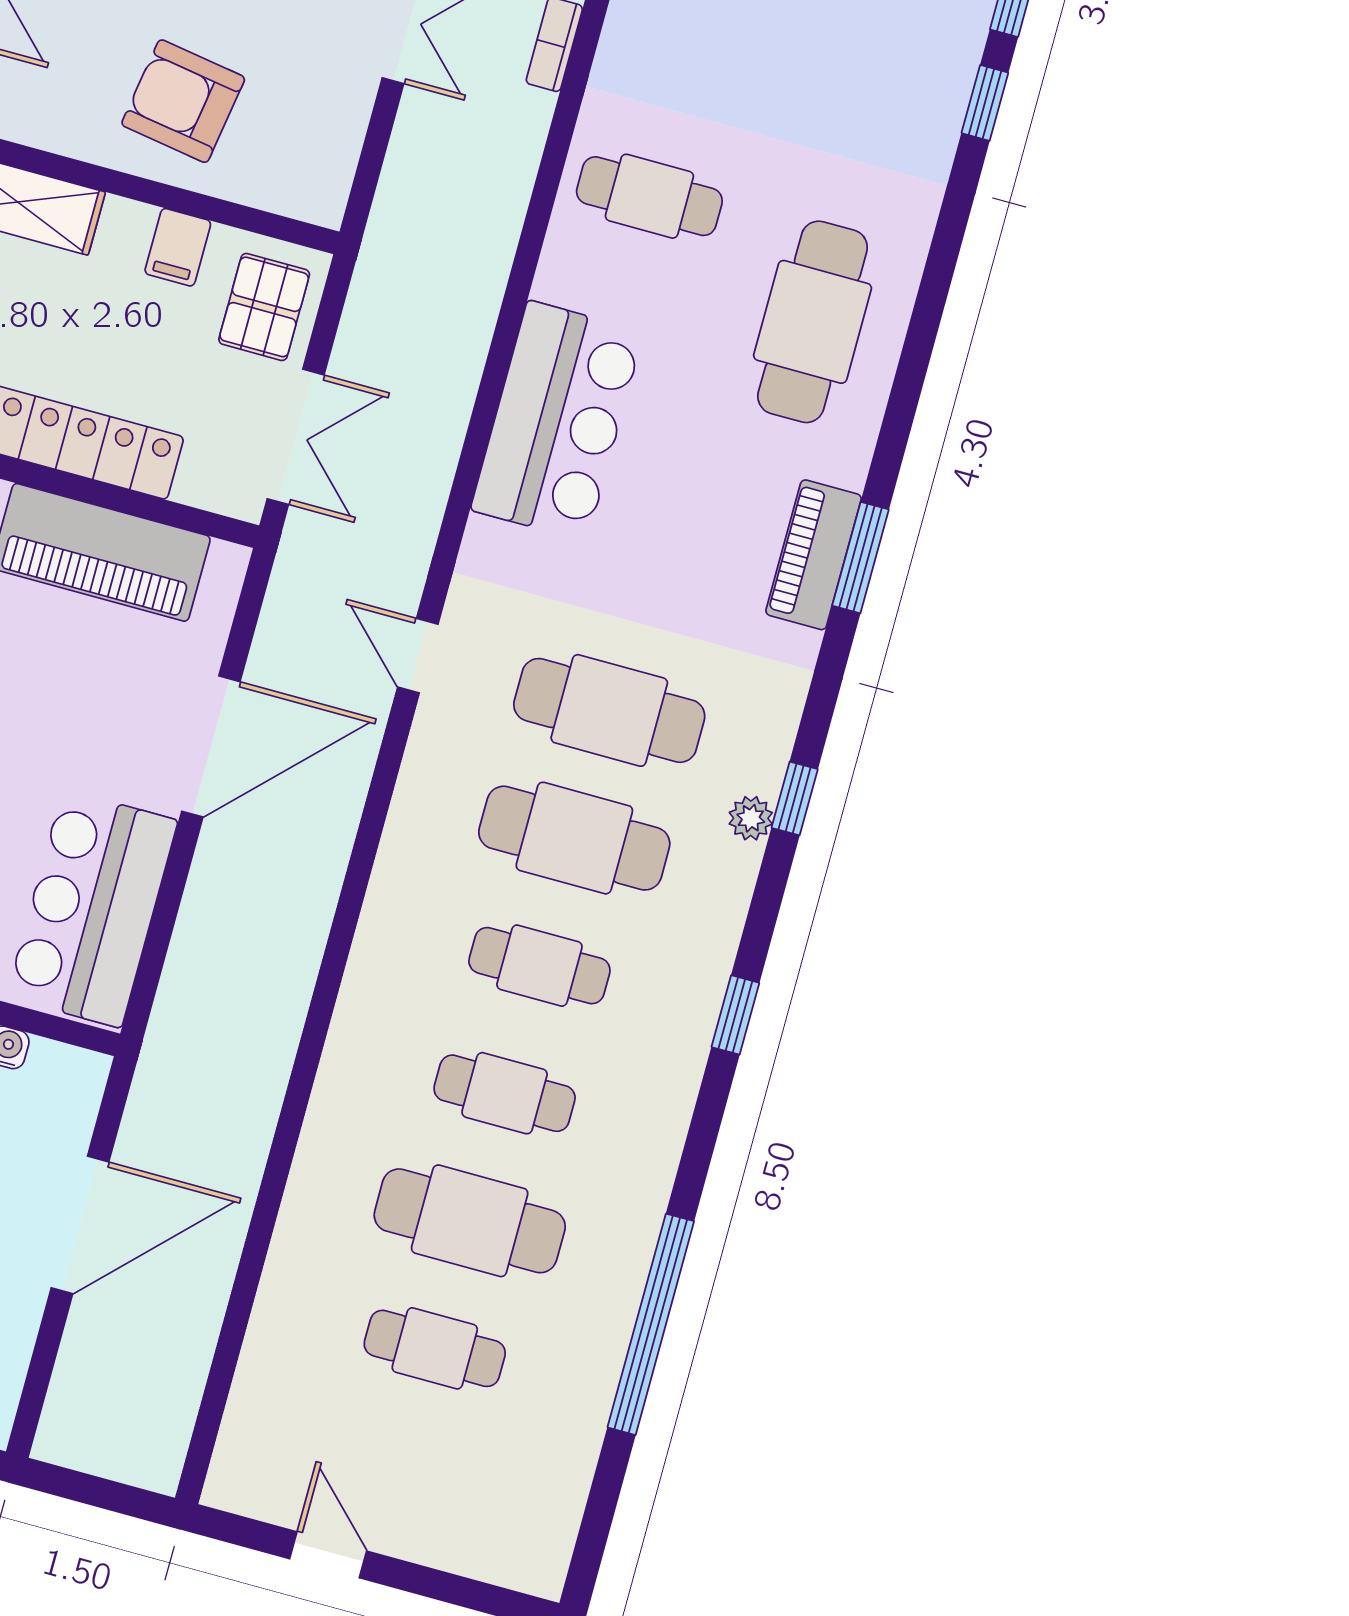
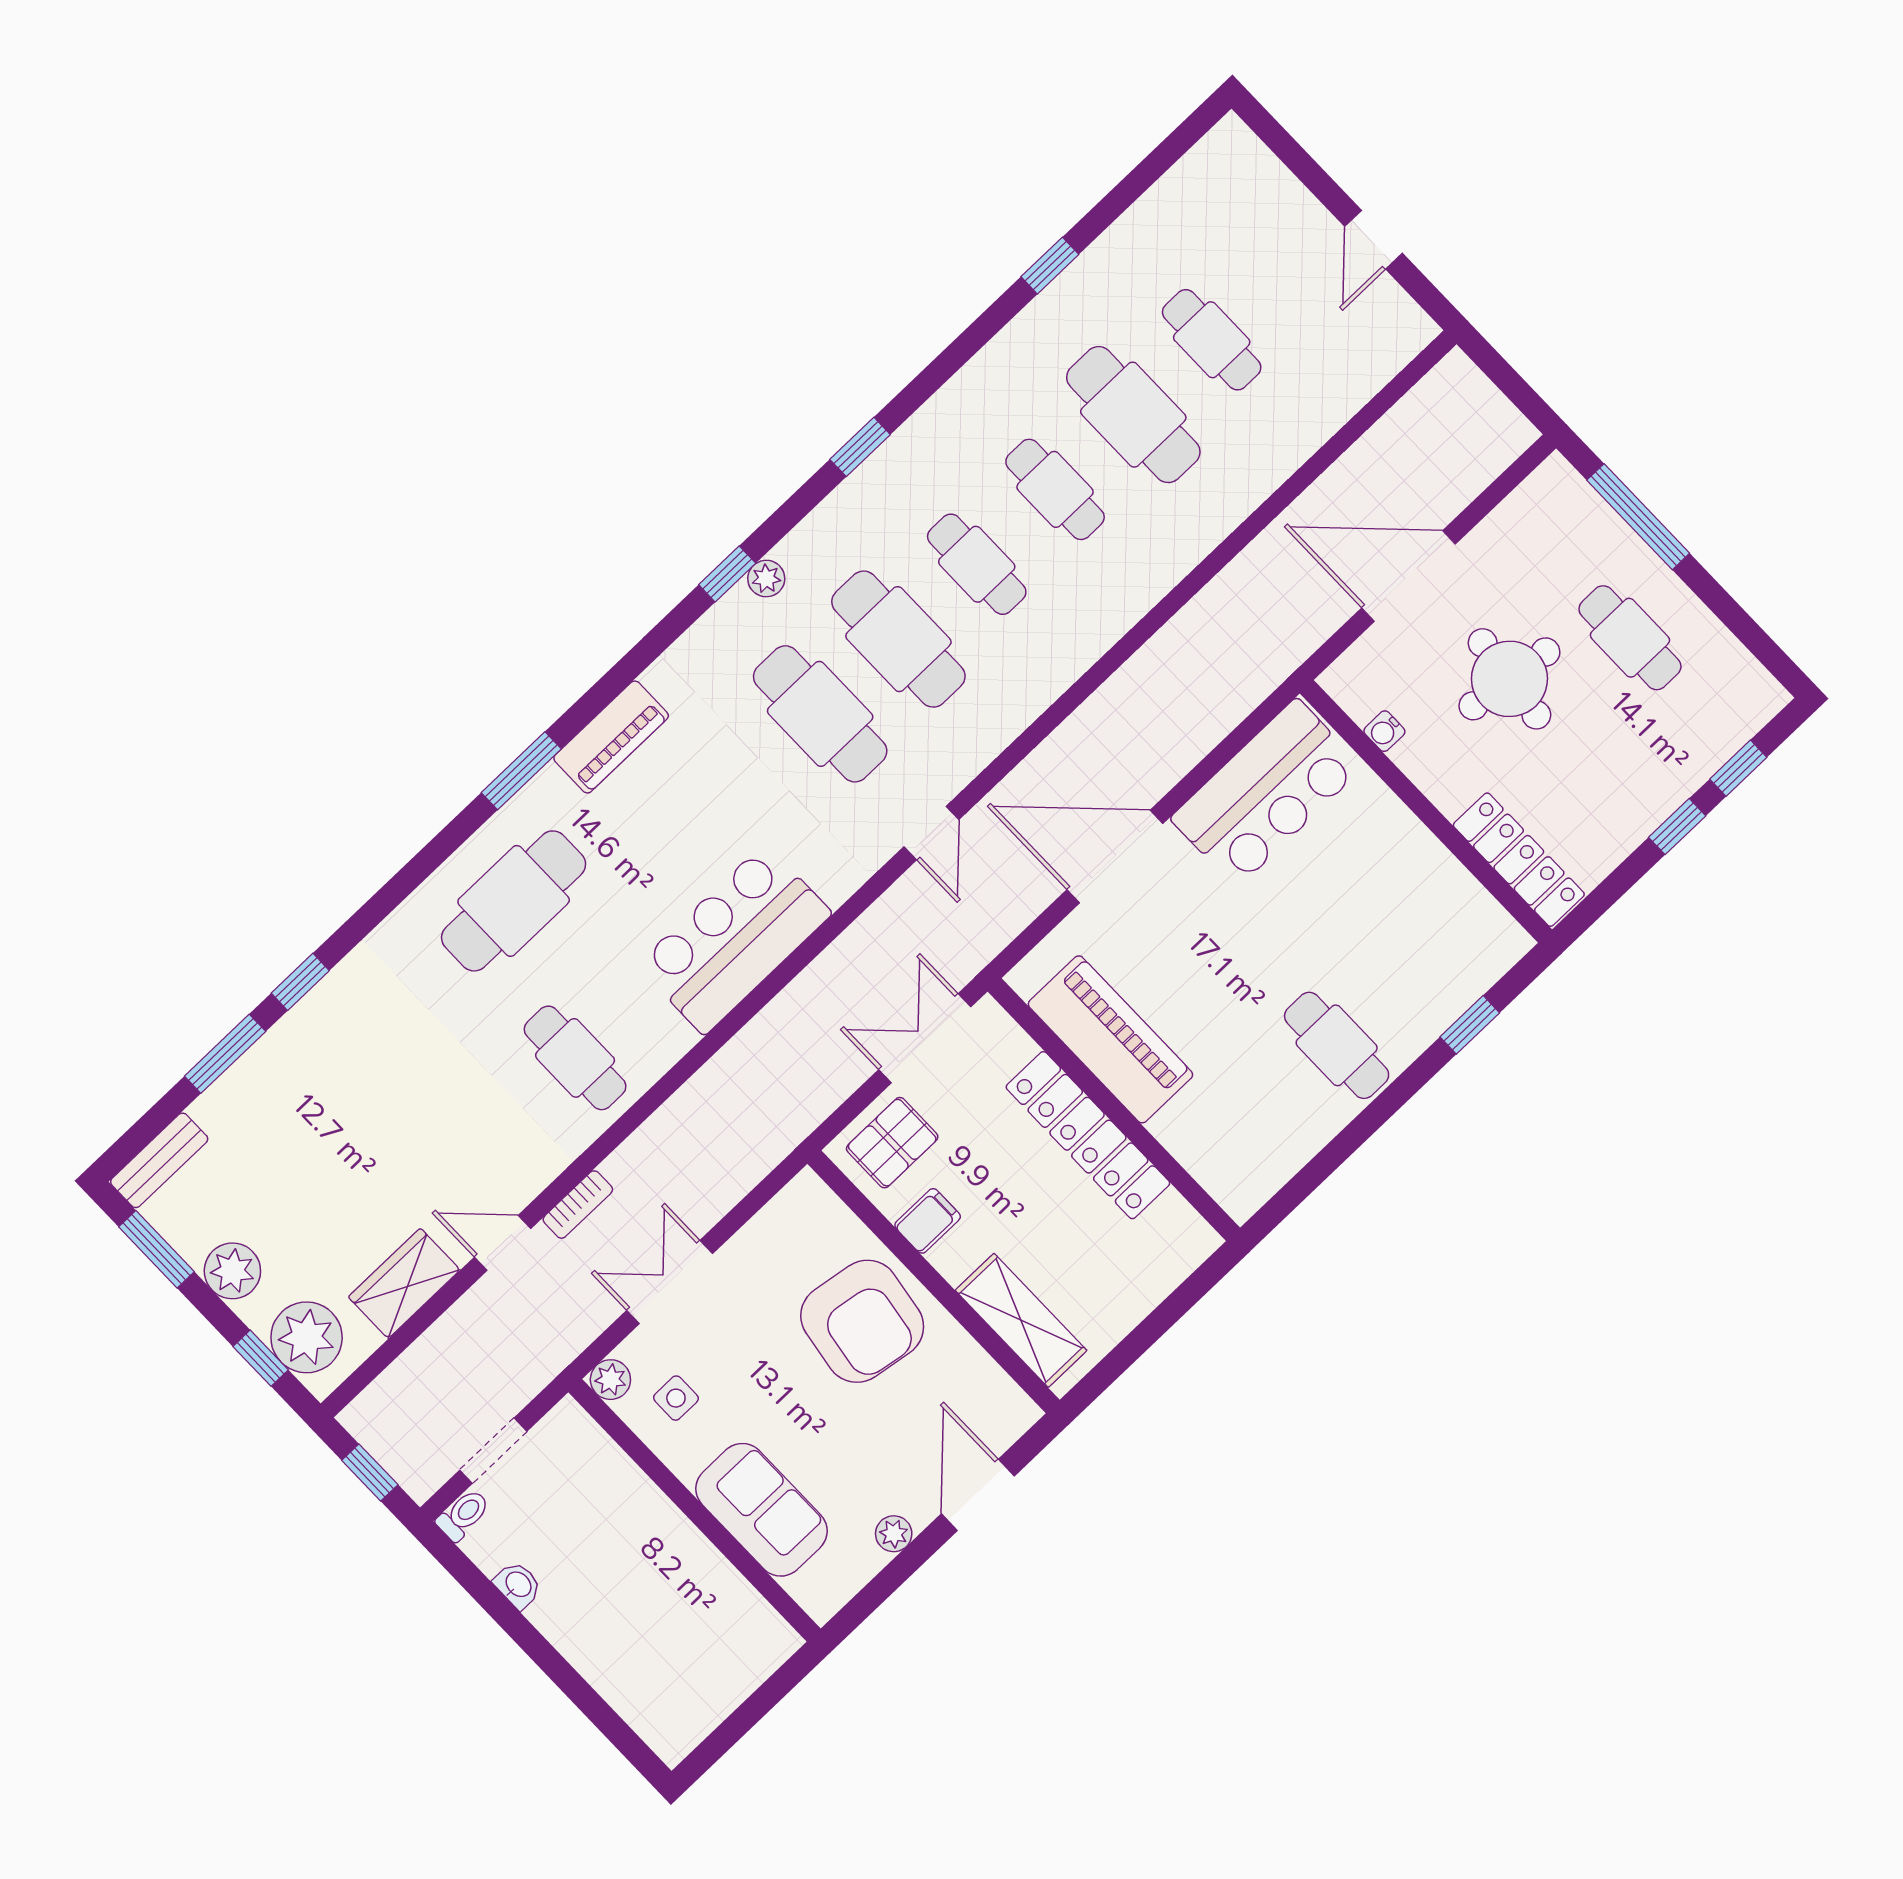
armchair: (183, 101) -> (862, 1321), width x1.36, depth x1.36
window: (860, 558) -> (521, 771), moved
window: (651, 1324) -> (1050, 266), width x0.32

